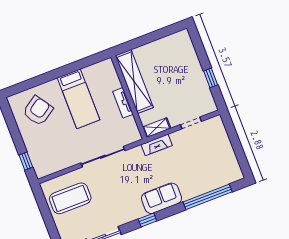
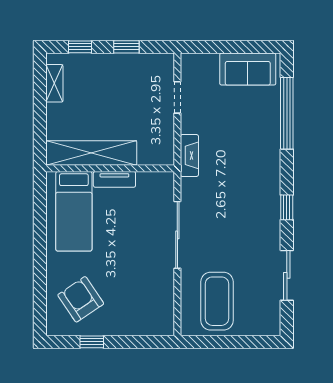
window: (199, 48) -> (80, 47), added
bed: (79, 99) -> (74, 211), moved, turned 90
shelving: (157, 128) -> (54, 83), moved
window: (26, 161) -> (92, 342), moved
sofa: (162, 198) -> (248, 69), moved, turned -90

